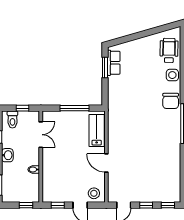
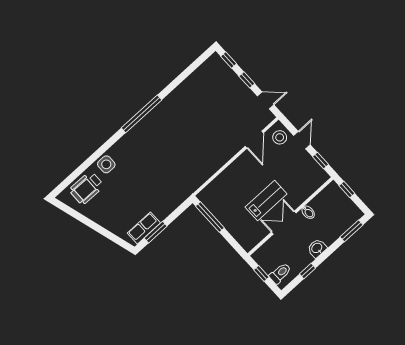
chair: (171, 101) -> (131, 144), removed
window: (74, 108) -> (210, 217), moved
lab bench: (97, 131) -> (266, 200), moved, turned 180
double door: (41, 135) -> (284, 223), moved
door: (106, 163) -> (254, 140), moved

